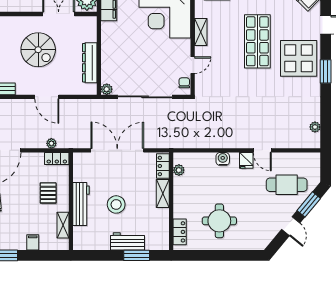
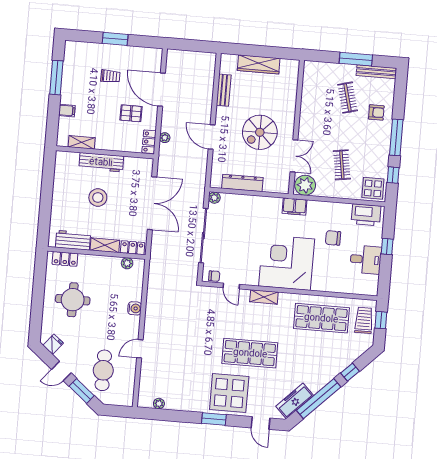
door: (47, 97) -> (212, 137), hinge flipped
fridge: (246, 160) -> (53, 344), moved, turned 130
pallet: (48, 193) -> (131, 113), moved
workbench: (128, 241) -> (73, 240), moved, turned -90
window: (137, 255) -> (45, 214), removed

